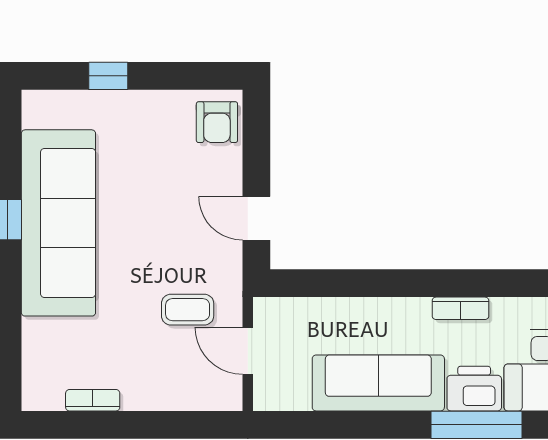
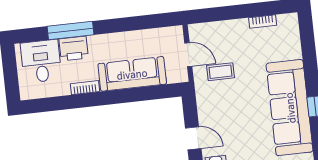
door: (256, 218) -> (193, 138), moved
sofa: (378, 383) -> (132, 74), moved, turned 180

